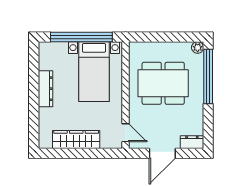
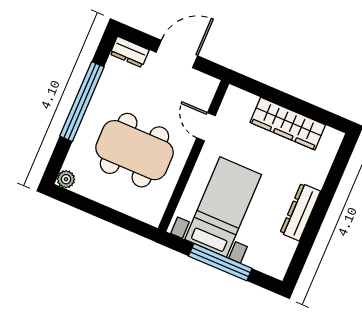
window: (81, 37) -> (220, 262), width x0.68
window: (208, 76) -> (82, 102), moved
door: (126, 133) -> (206, 127), moved

